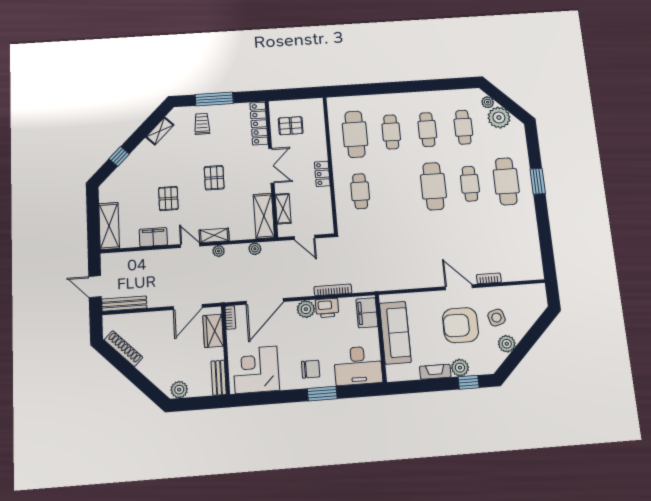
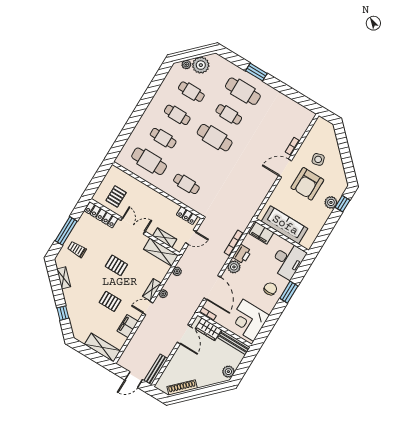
locker: (322, 174) -> (187, 216), moved
plant: (507, 344) -> (337, 165), removed
fireplace: (435, 372) -> (323, 218), removed
bench: (219, 378) -> (234, 342), width x1.36

